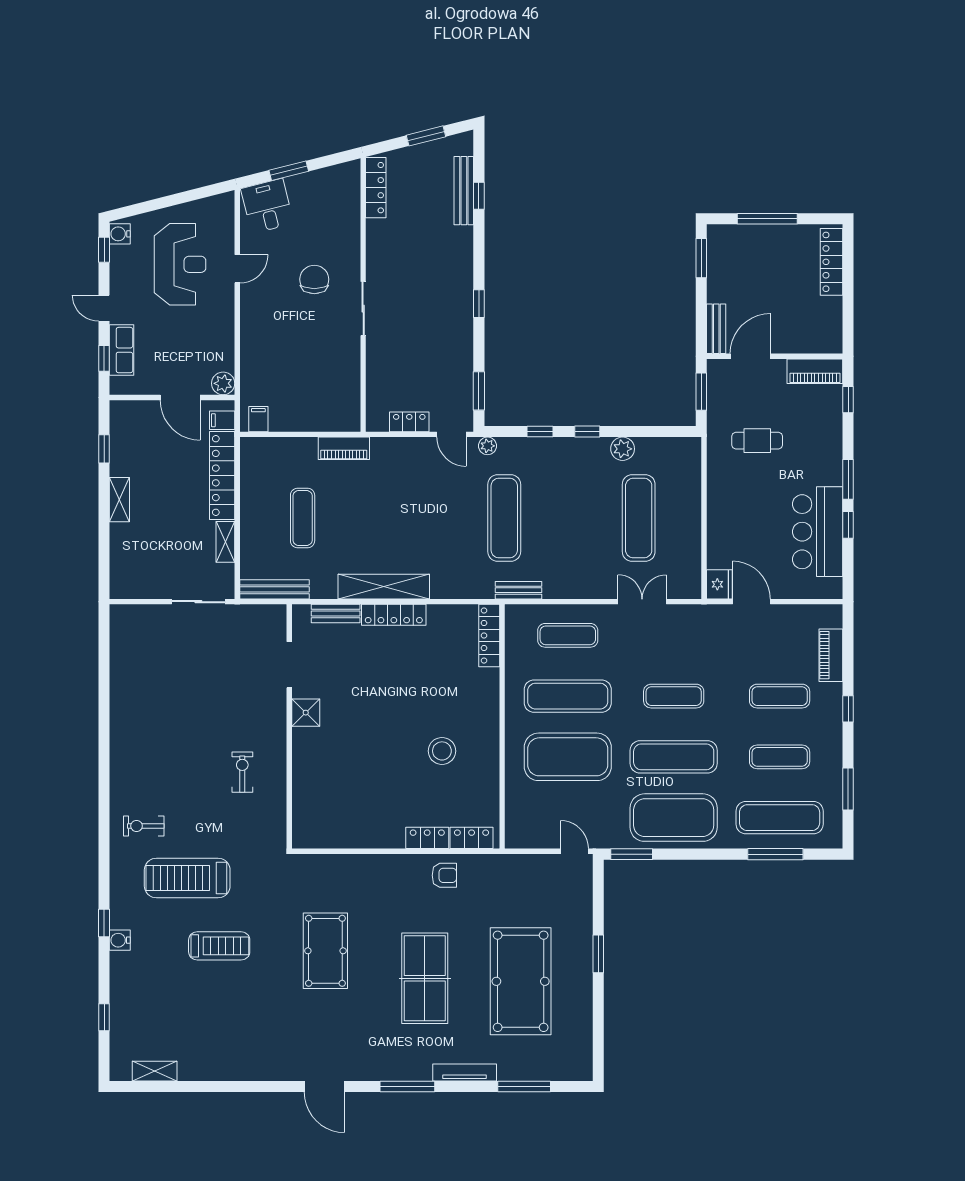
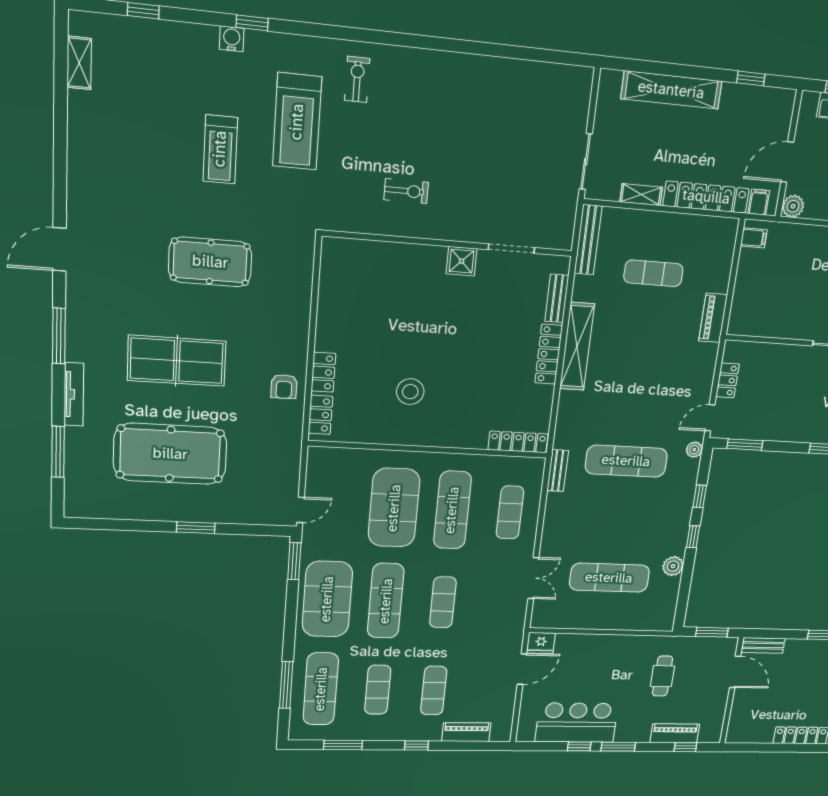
piano: (815, 371) -> (675, 733), moved, turned 90
shelving: (119, 500) -> (671, 90), width x2.20, depth x1.33
treadmill: (187, 878) -> (297, 122), turned 180

